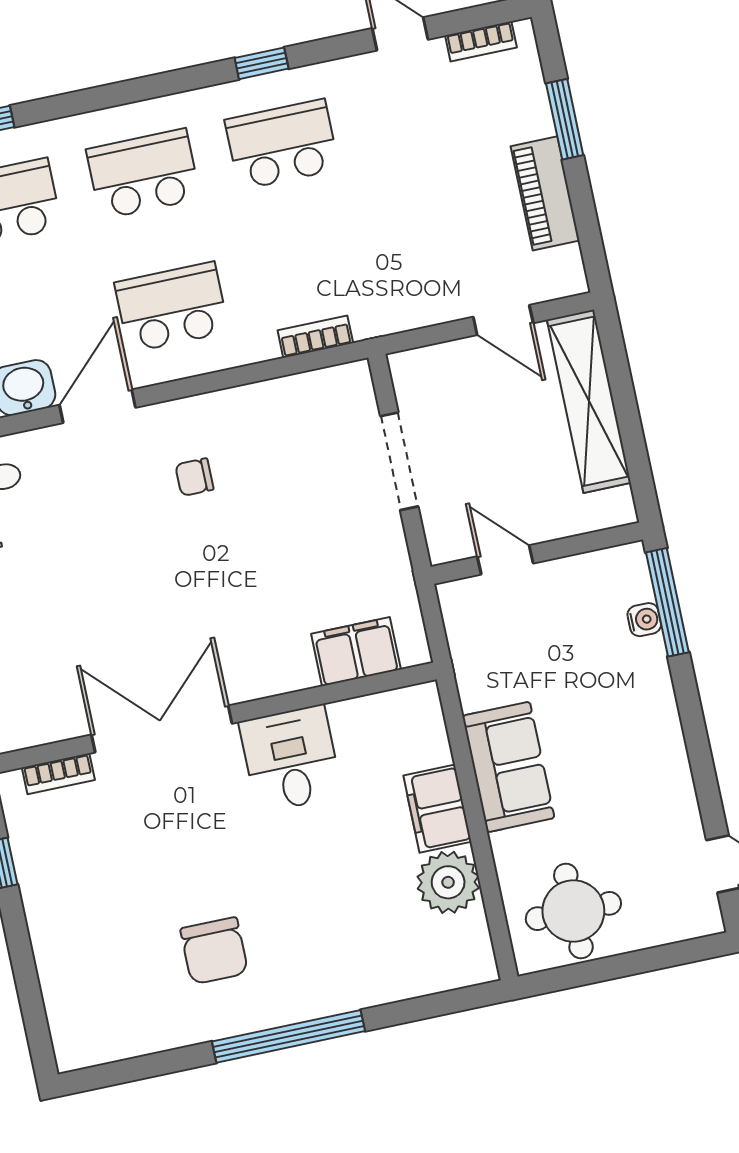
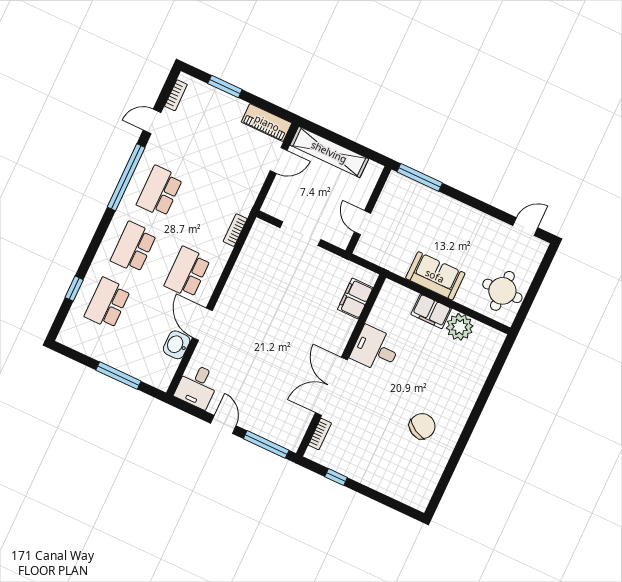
window: (262, 63) -> (126, 177), width x3.17
piano: (545, 193) -> (267, 123), moved
chair: (194, 477) -> (252, 309), removed
door: (505, 560) -> (363, 223), hinge flipped
water cooler: (644, 620) -> (420, 190), removed
chair: (214, 951) -> (422, 426), turned -60
window: (288, 1036) -> (471, 423), removed

